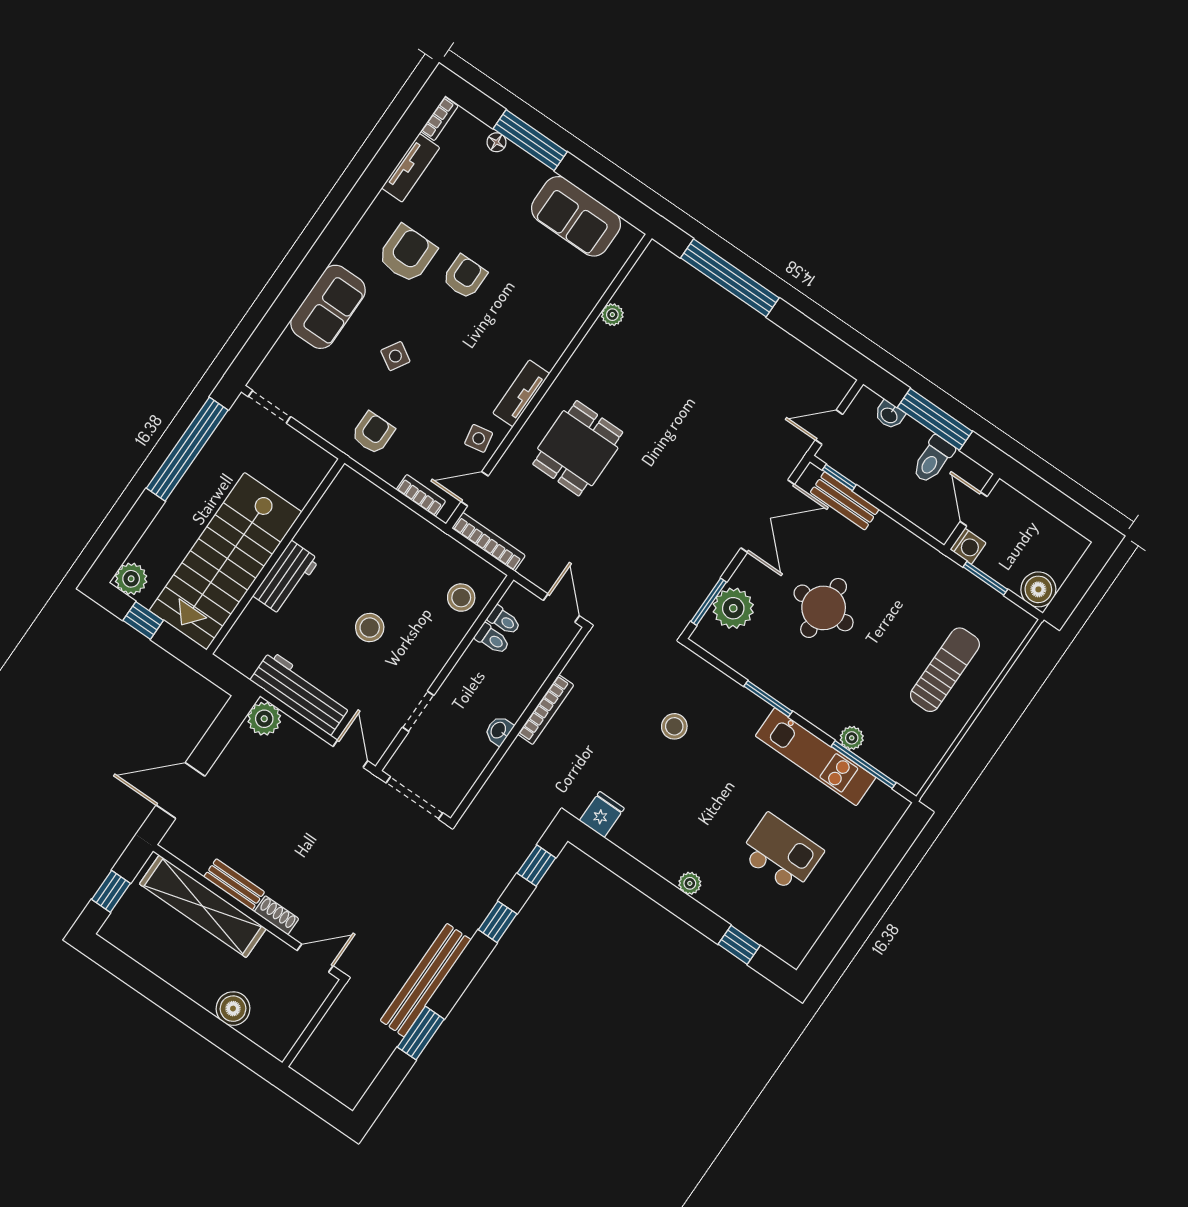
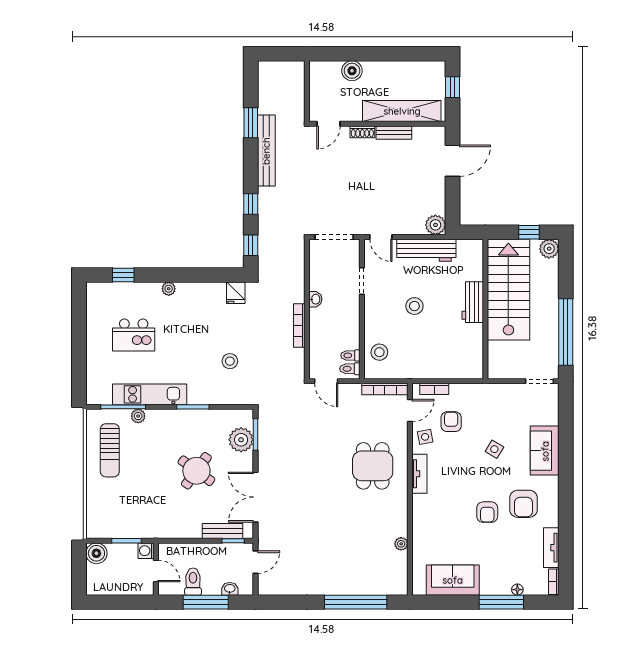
armchair: (373, 433) -> (451, 422), moved, turned 180
round table: (824, 608) -> (196, 471), turned 36
toilet: (492, 639) -> (350, 369), moved
sun lounger: (945, 670) -> (110, 450), moved

